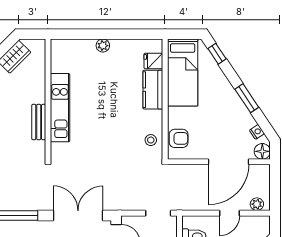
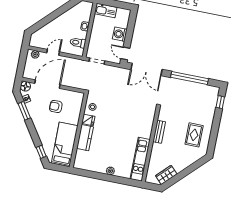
fridge: (153, 61) -> (88, 120), moved
window: (247, 98) -> (24, 111), moved
kitchen unit: (60, 108) -> (140, 159), moved
armchair: (179, 138) -> (56, 106), moved

